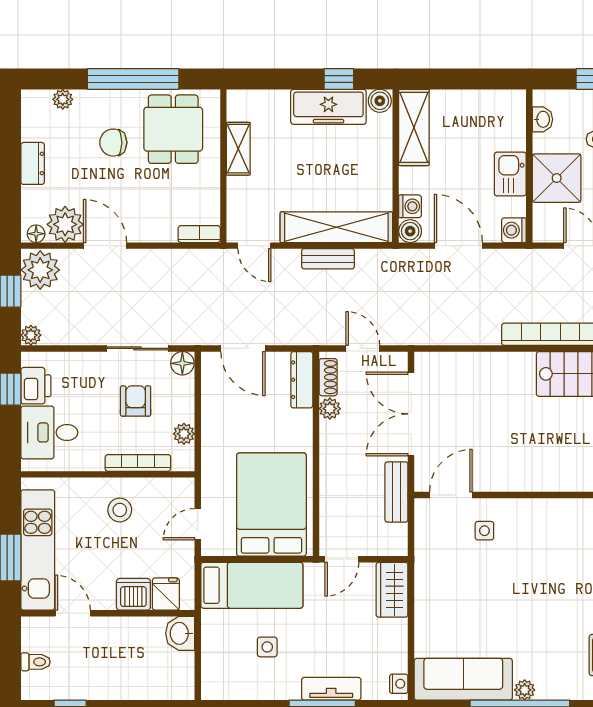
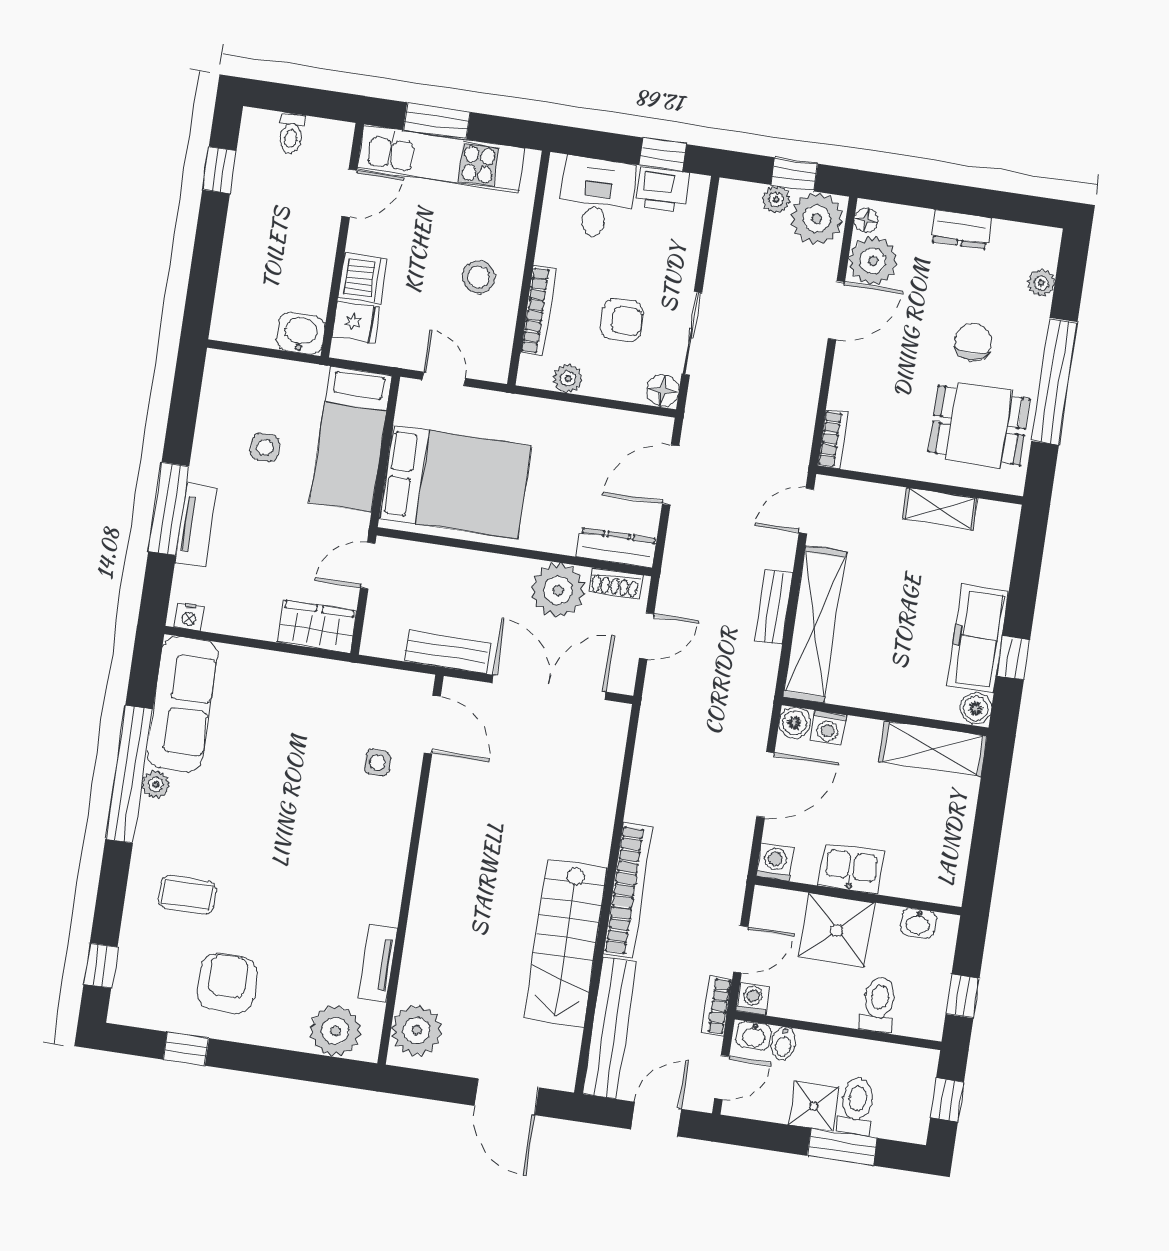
plant: (31, 335) -> (776, 200), moved
plant: (330, 409) -> (558, 590), width x1.88, depth x1.88
door: (342, 559) -> (368, 565), hinge flipped

